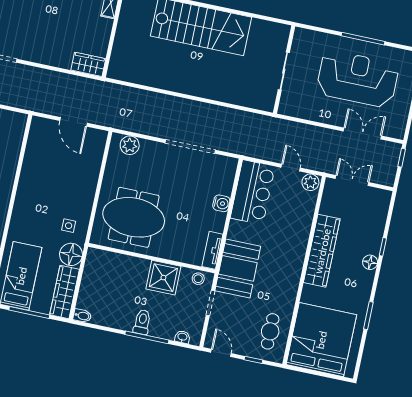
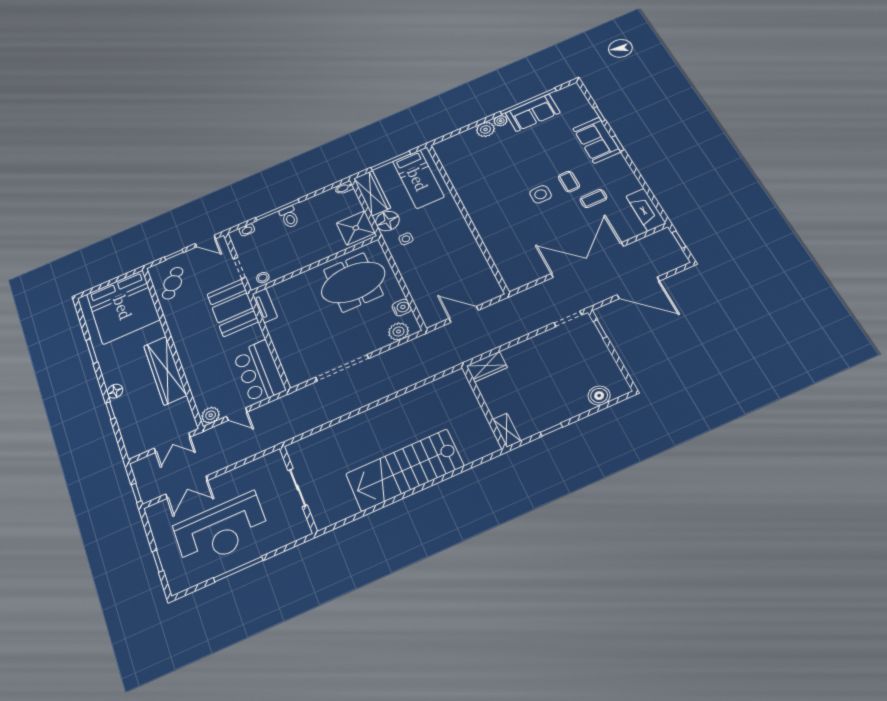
water cooler: (221, 203) -> (402, 308), moved, turned 180
shower: (163, 278) -> (356, 228), moved
cafe table: (270, 331) -> (173, 283), turned 35

